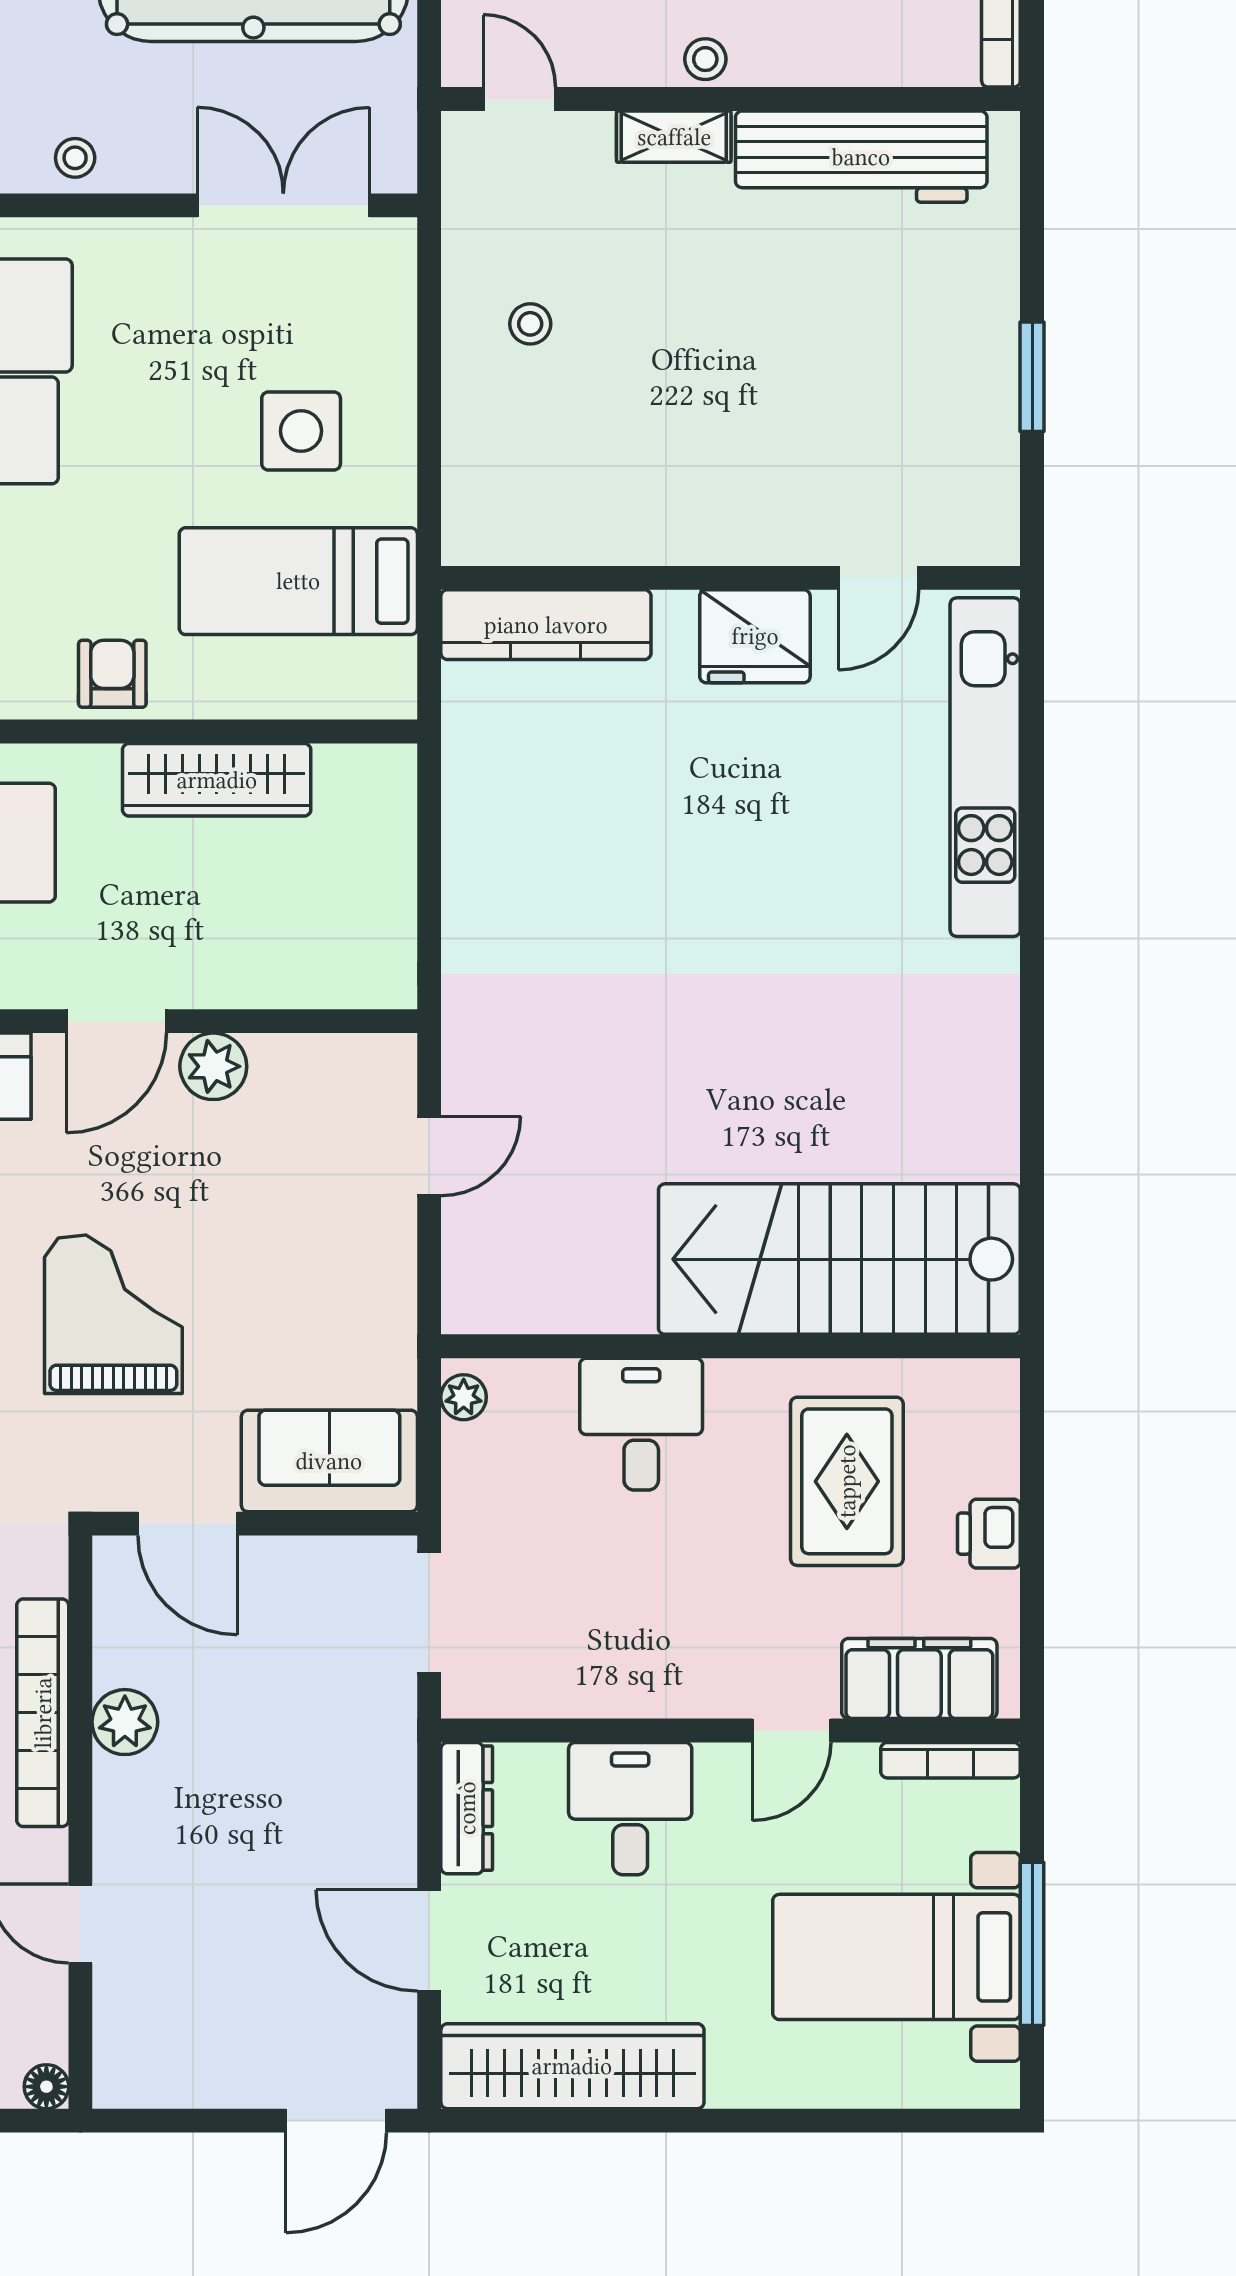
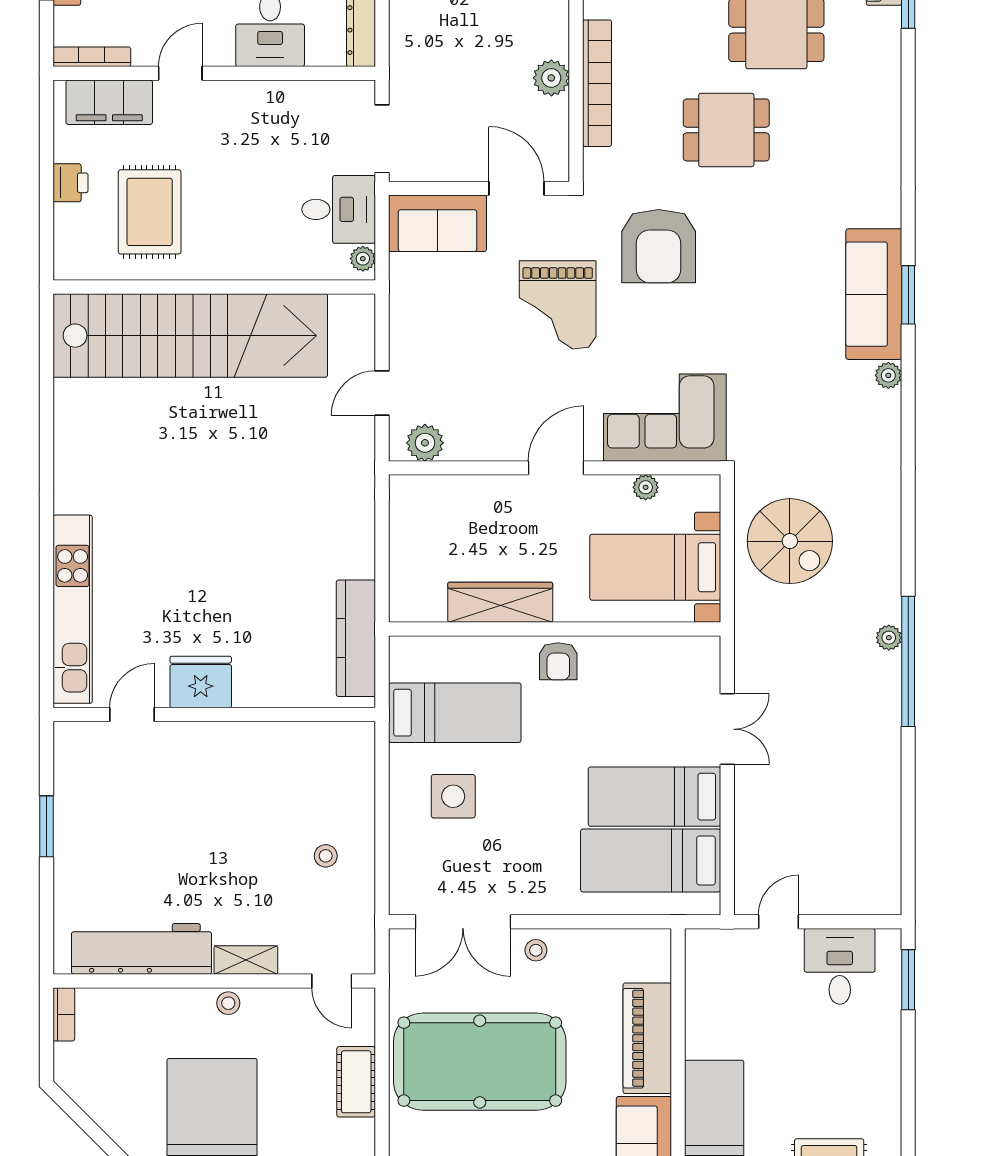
stool: (75, 158) -> (536, 950), moved
kitchen counter: (546, 625) -> (356, 638), moved, turned -90
plant: (213, 1066) -> (425, 443), moved
stairs: (839, 1259) -> (190, 336), width x1.36
desk: (641, 1424) -> (339, 209), moved, turned -90

